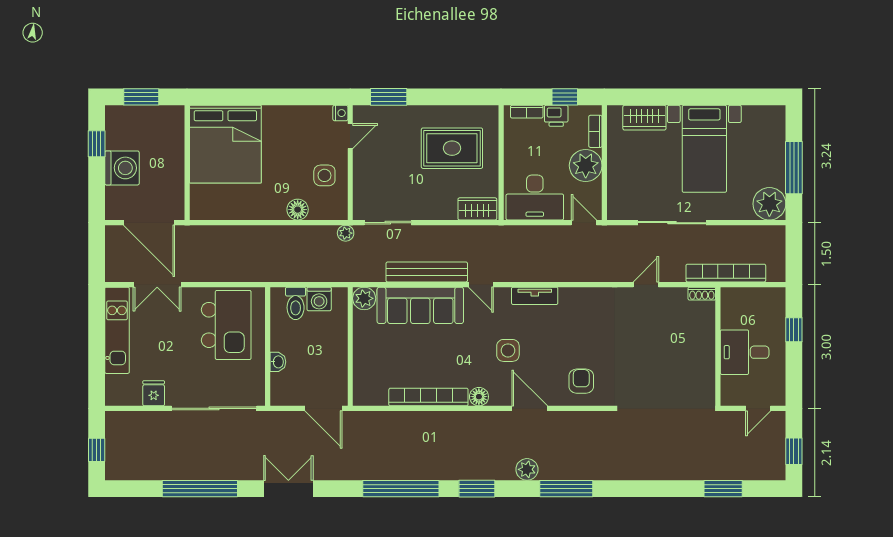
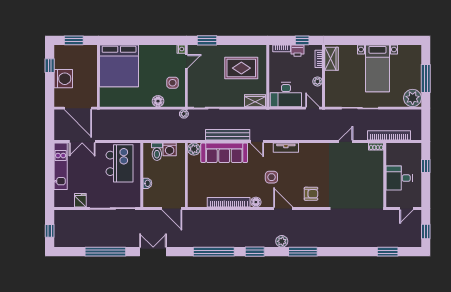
wardrobe: (644, 118) -> (332, 59), moved, turned -90
plant: (586, 166) -> (317, 81), width x0.53, depth x0.53
armchair: (581, 381) -> (311, 194), turned 90

